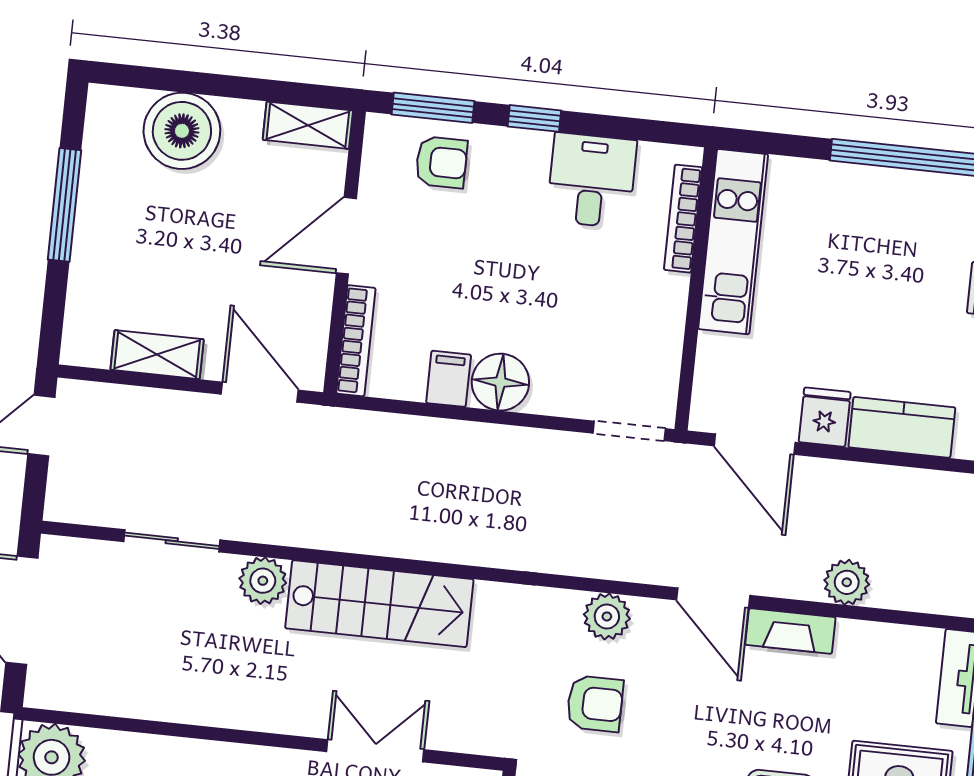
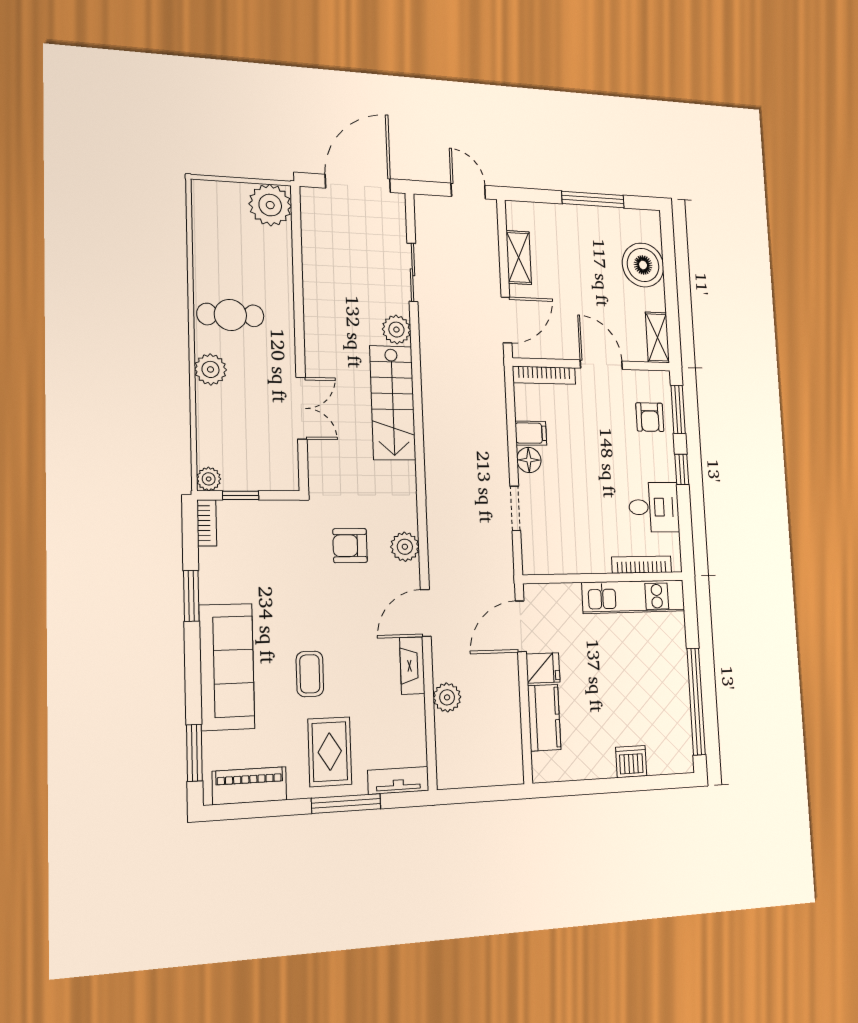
floor lamp: (500, 382) -> (529, 460), width x0.73, depth x0.73
doorway: (629, 431) -> (515, 508), moved
armchair: (595, 704) -> (350, 546), turned 90

